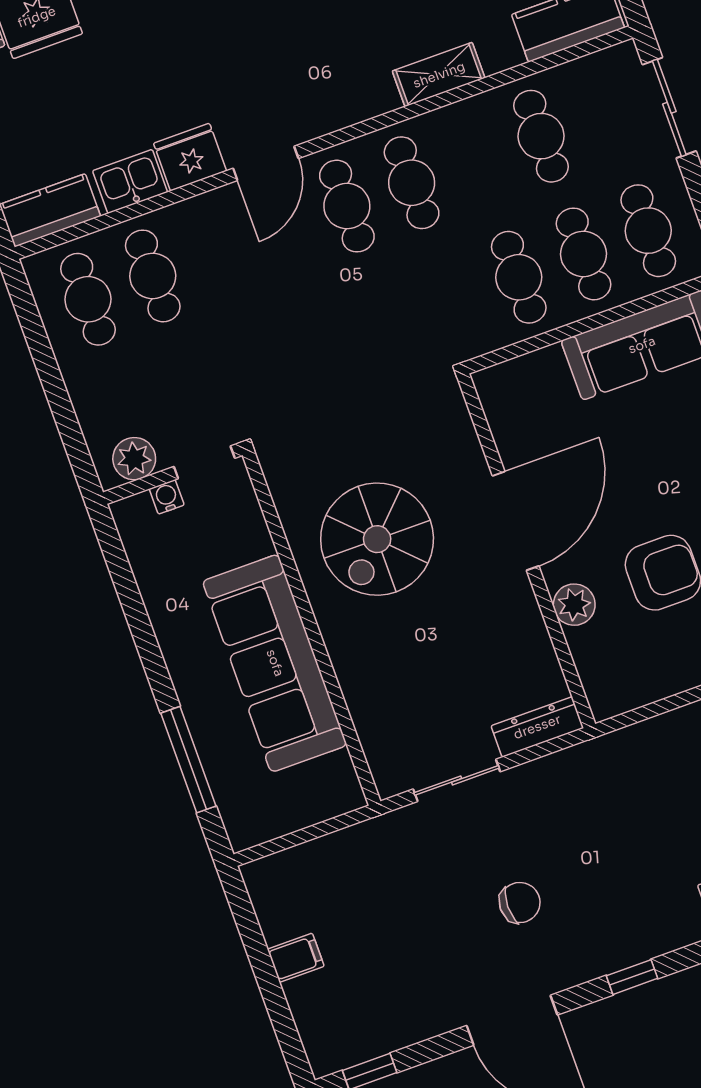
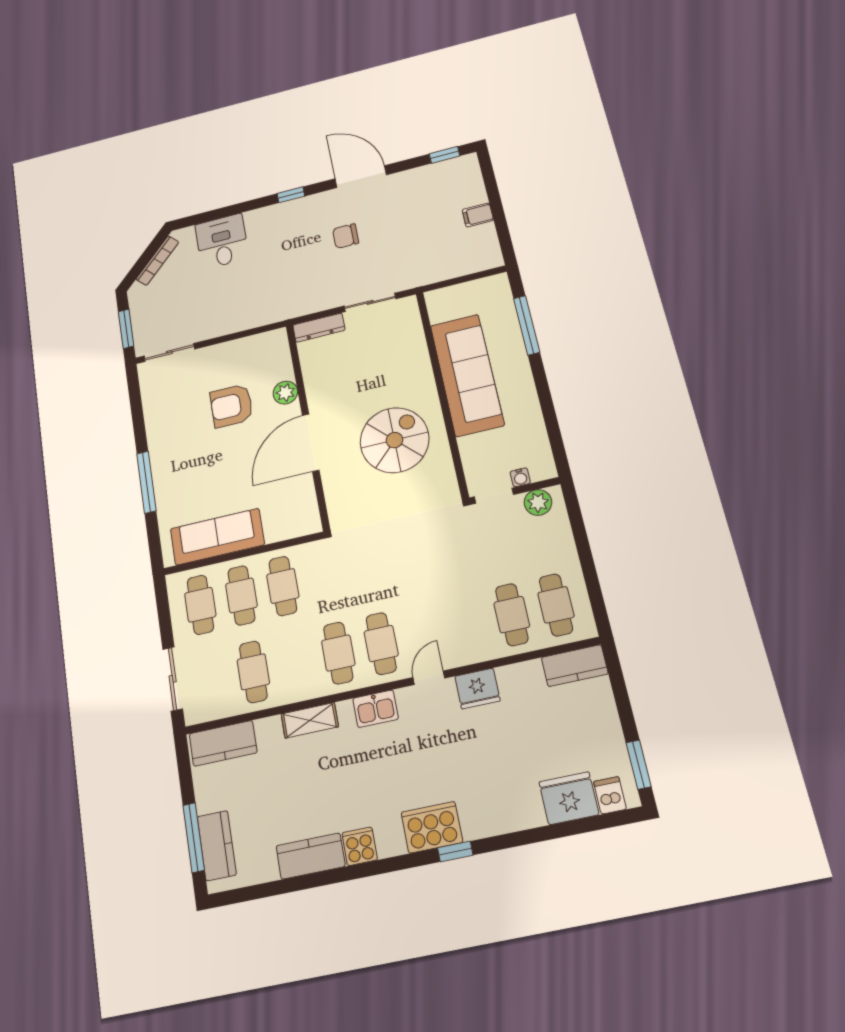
door: (266, 163) -> (429, 678), width x0.73
kitchen sink: (130, 181) -> (376, 709), moved

